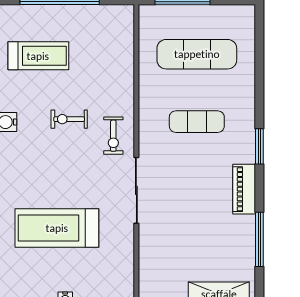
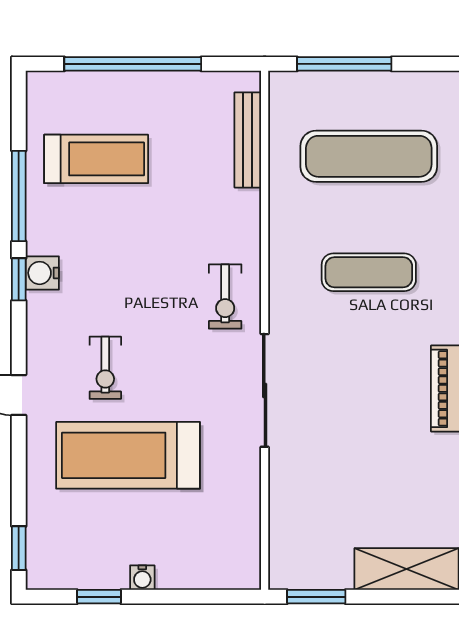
bench: (127, 45) -> (248, 140), added
exercise bike: (69, 119) -> (105, 368), moved, turned -90

